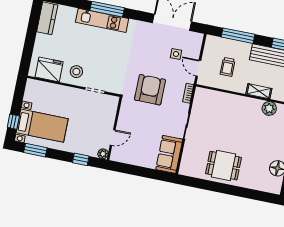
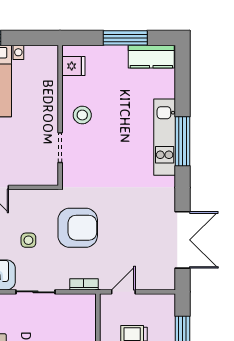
window: (31, 33) -> (125, 38), added
side table: (176, 54) -> (28, 240), moved
fridge: (49, 69) -> (73, 66), width x0.53, depth x0.75

